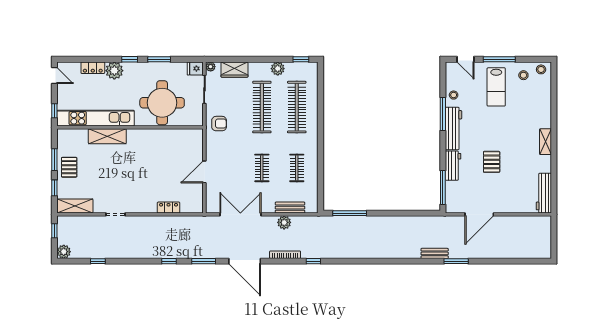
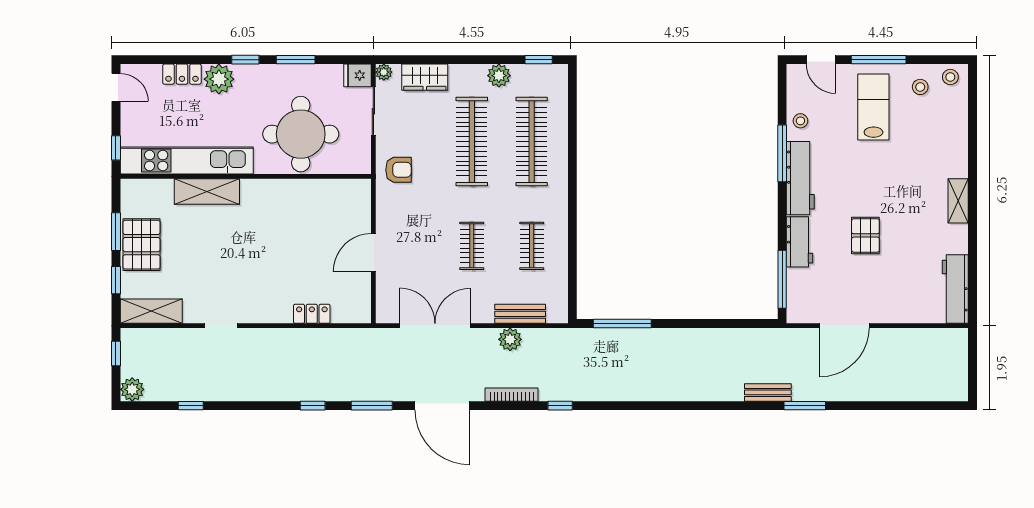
lab bench: (496, 87) -> (873, 107), turned 180
pallet: (69, 167) -> (142, 245), width x1.50, depth x1.42

